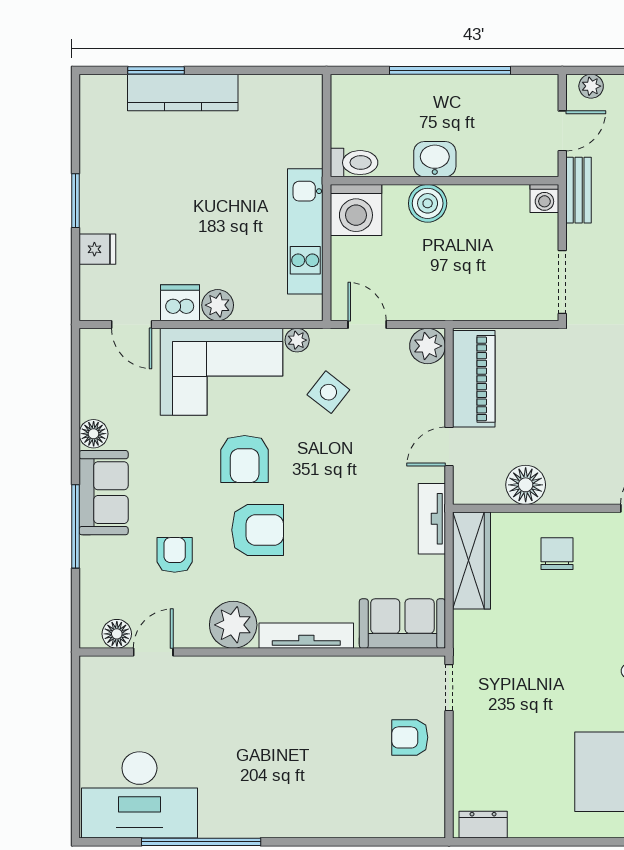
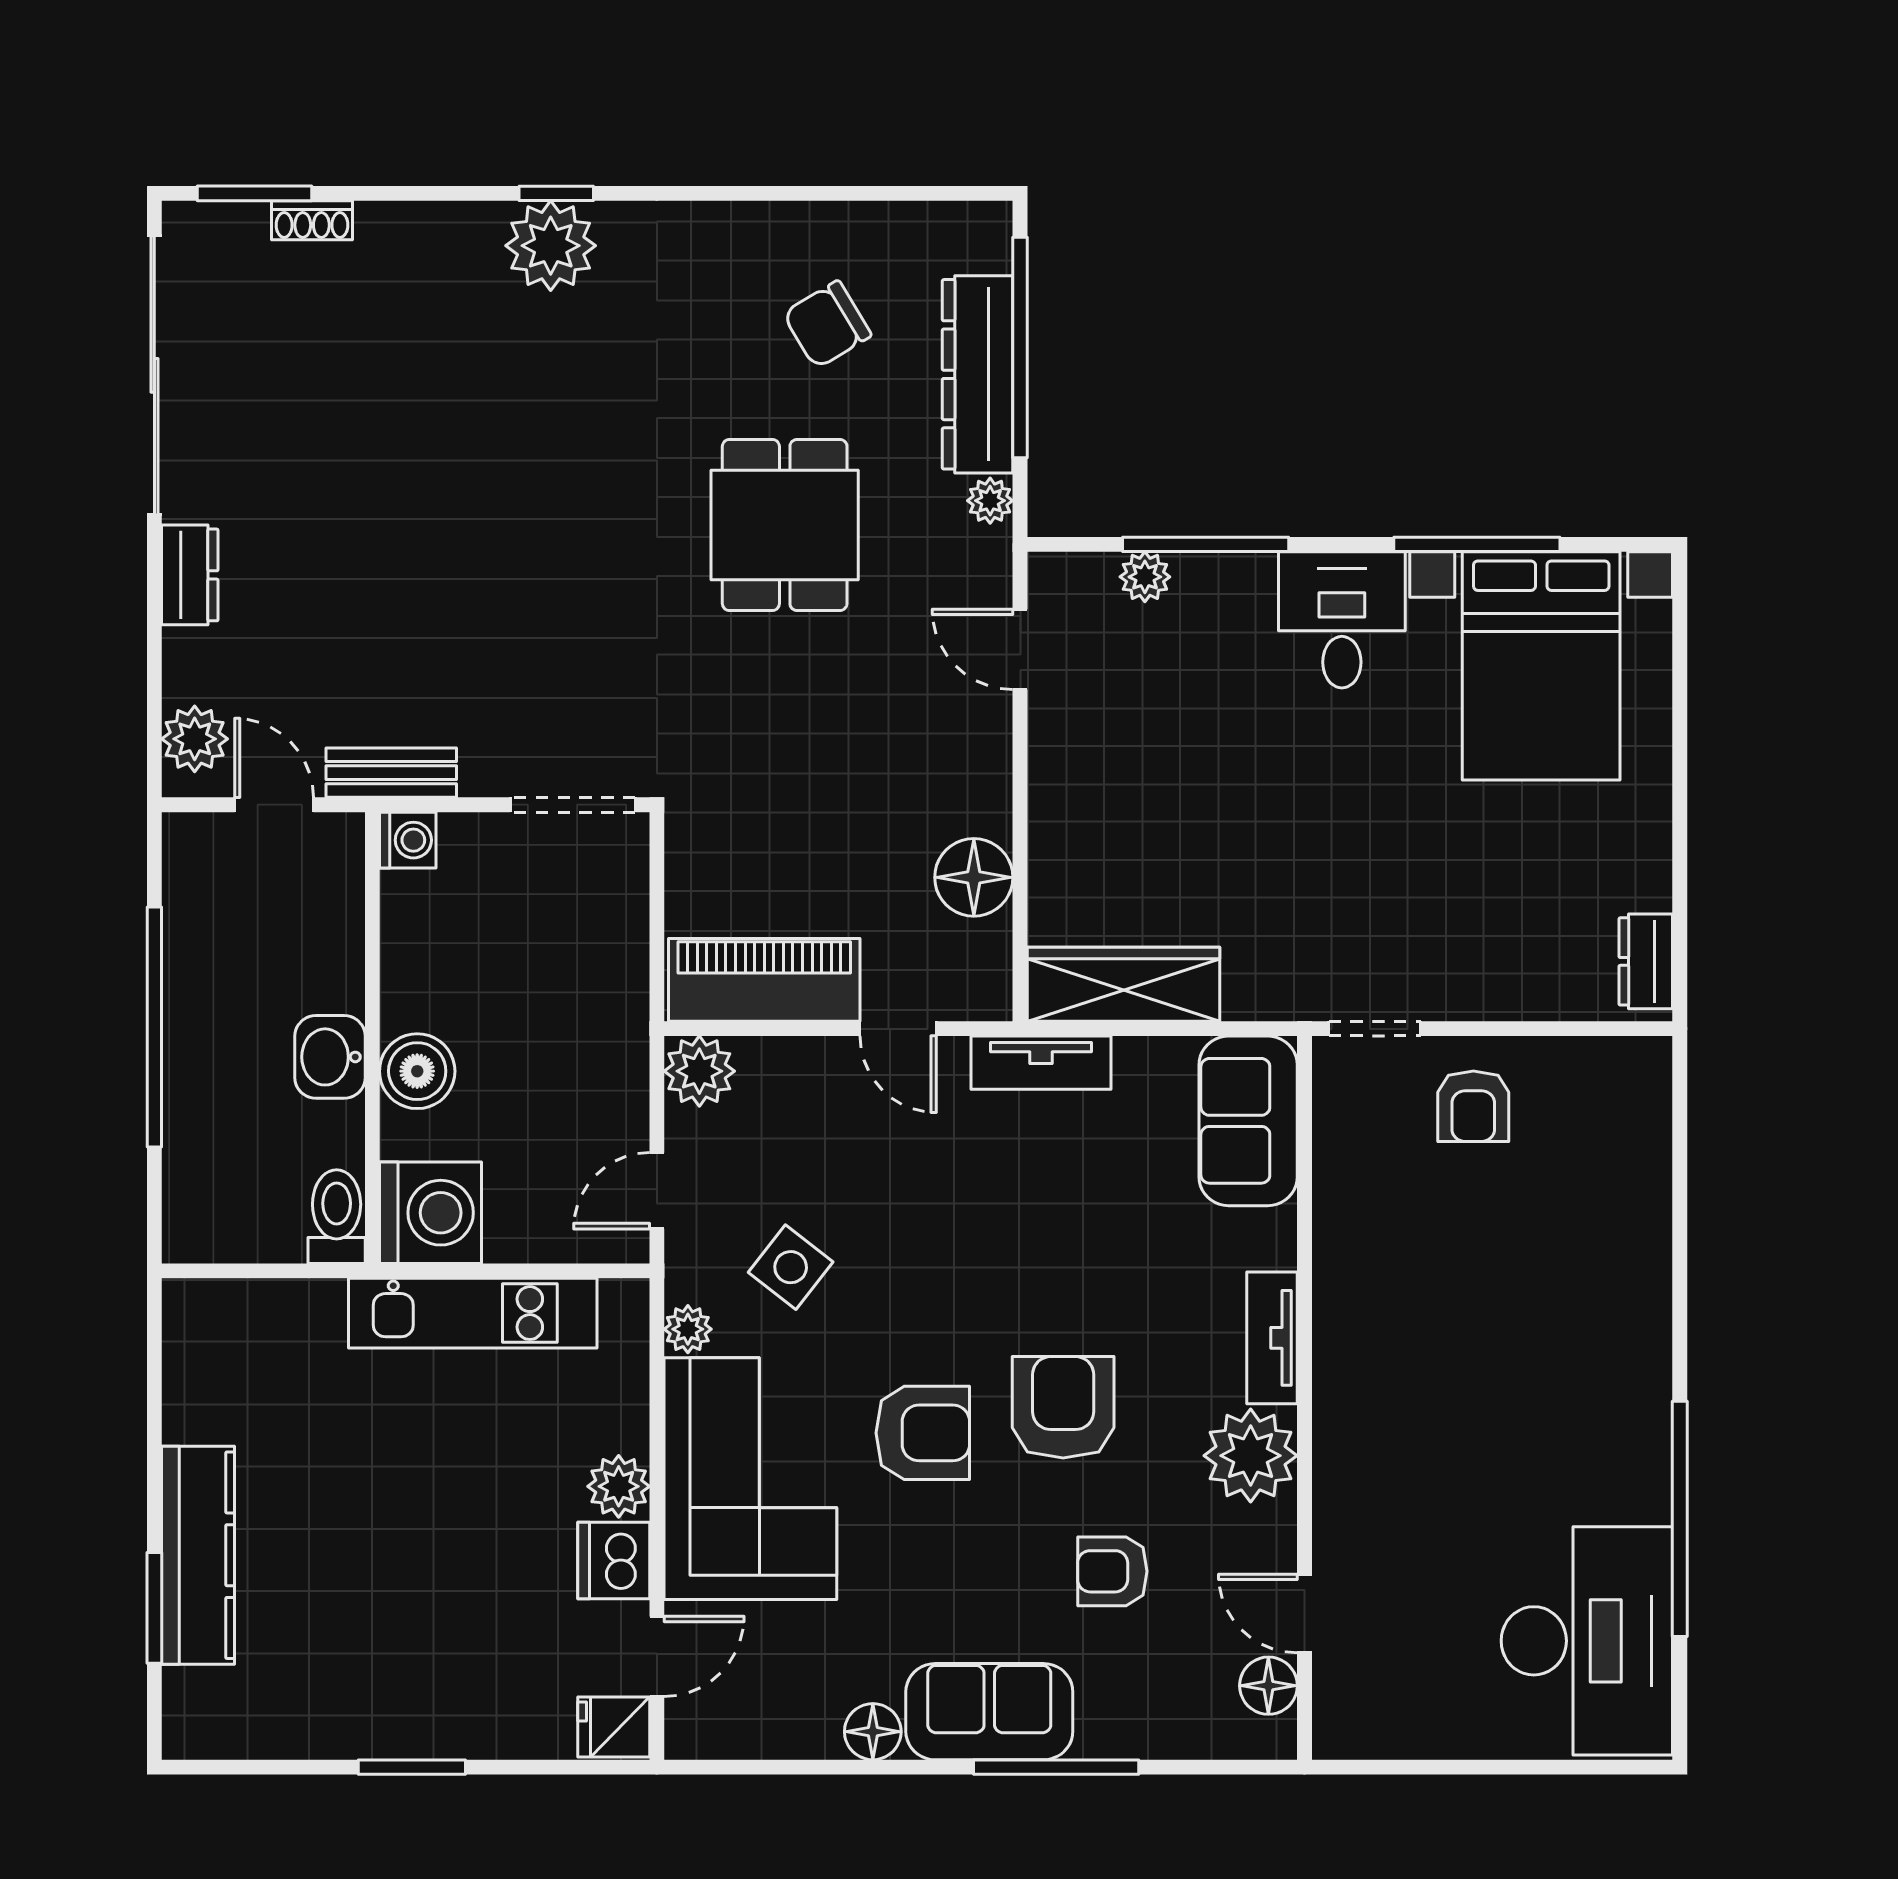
plant: (591, 86) -> (195, 739), width x1.38, depth x1.38
fridge: (97, 249) -> (614, 1727), moved, turned -90
chair: (557, 554) -> (1110, 815), removed
tv unit: (306, 636) -> (1272, 1338), width x0.71

